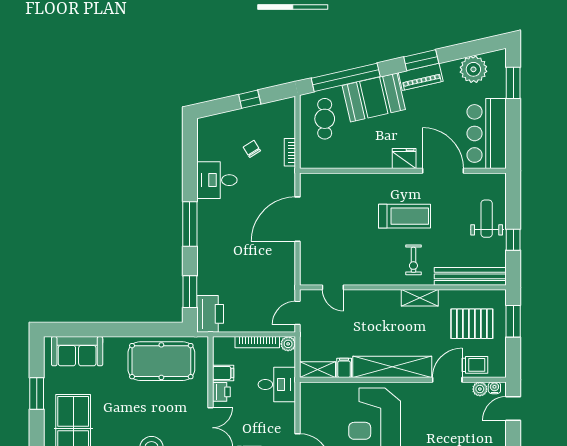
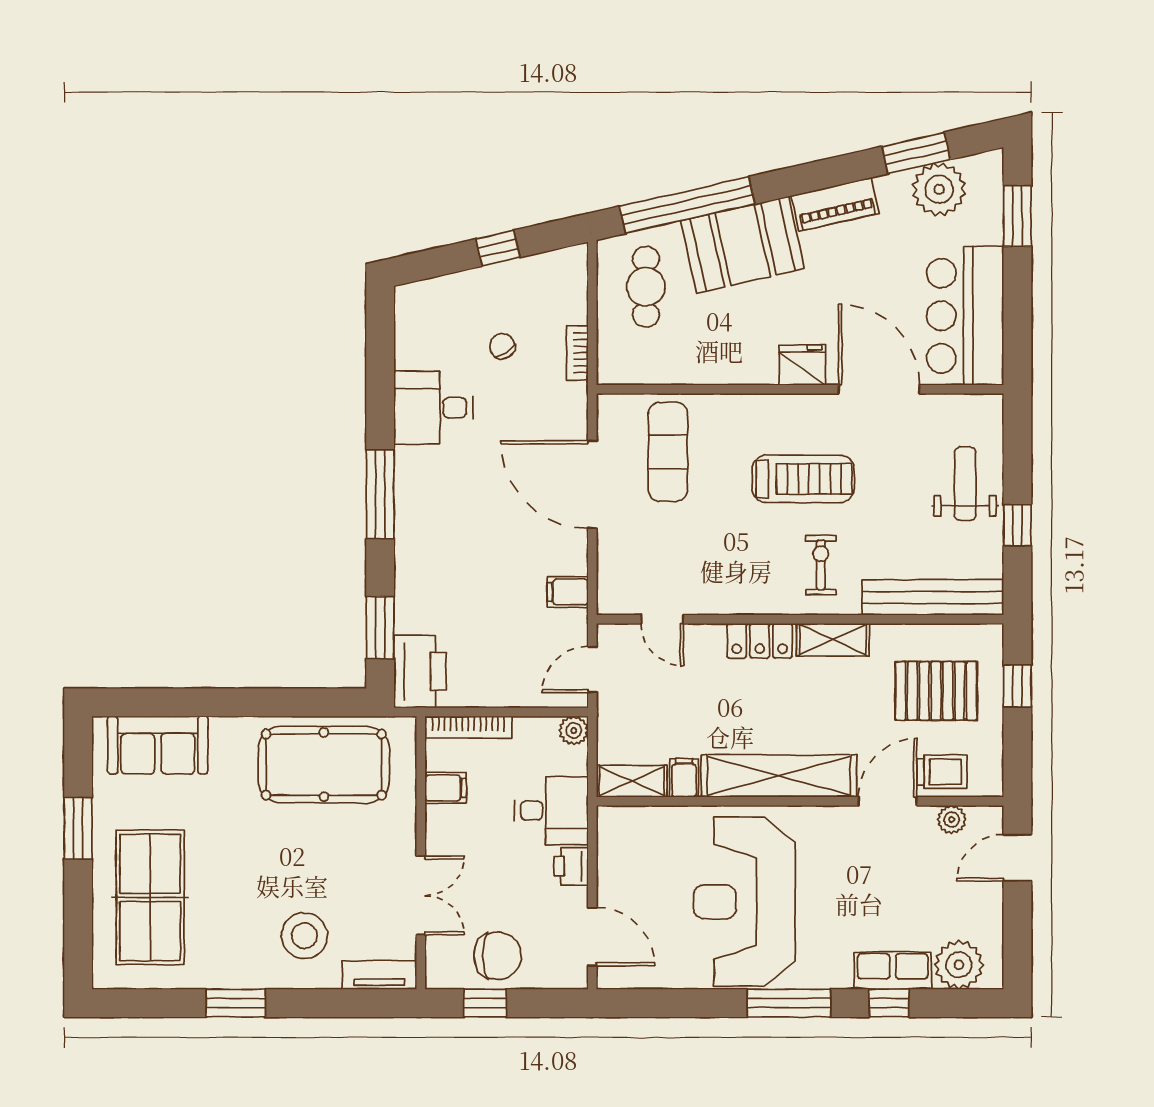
window: (421, 60) -> (916, 153), moved
exercise mat: (336, 202) -> (668, 452), added
door: (298, 219) -> (592, 485), hinge flipped
exercise bike: (413, 260) -> (821, 565), turned 180
filing cabinet: (285, 274) -> (568, 592), added
locker: (382, 298) -> (760, 641), added
window: (513, 321) -> (1017, 686), width x0.67
bookcase: (257, 342) -> (468, 727), moved
water cooler: (494, 388) -> (980, 817), removed
printer: (221, 392) -> (571, 866), moved, turned 180

